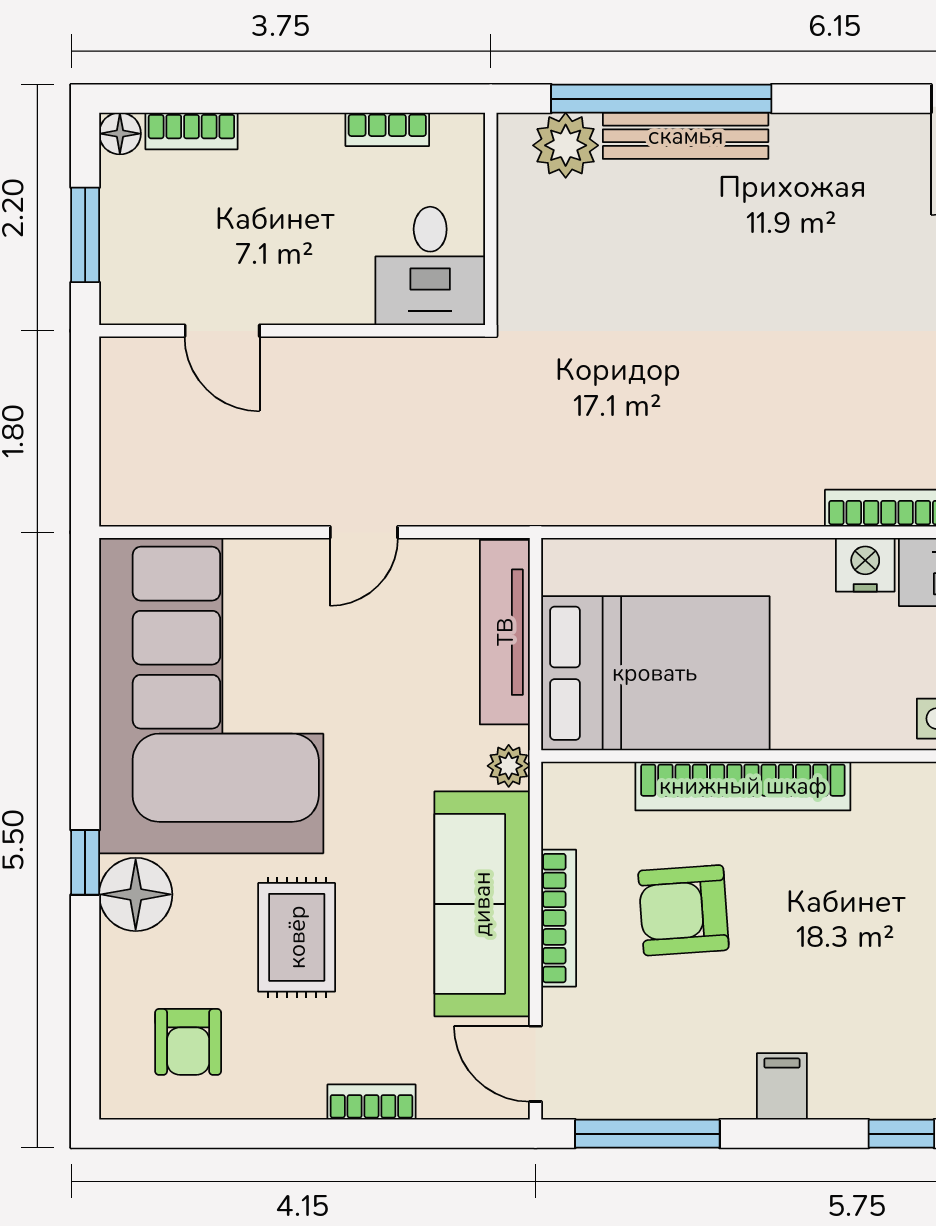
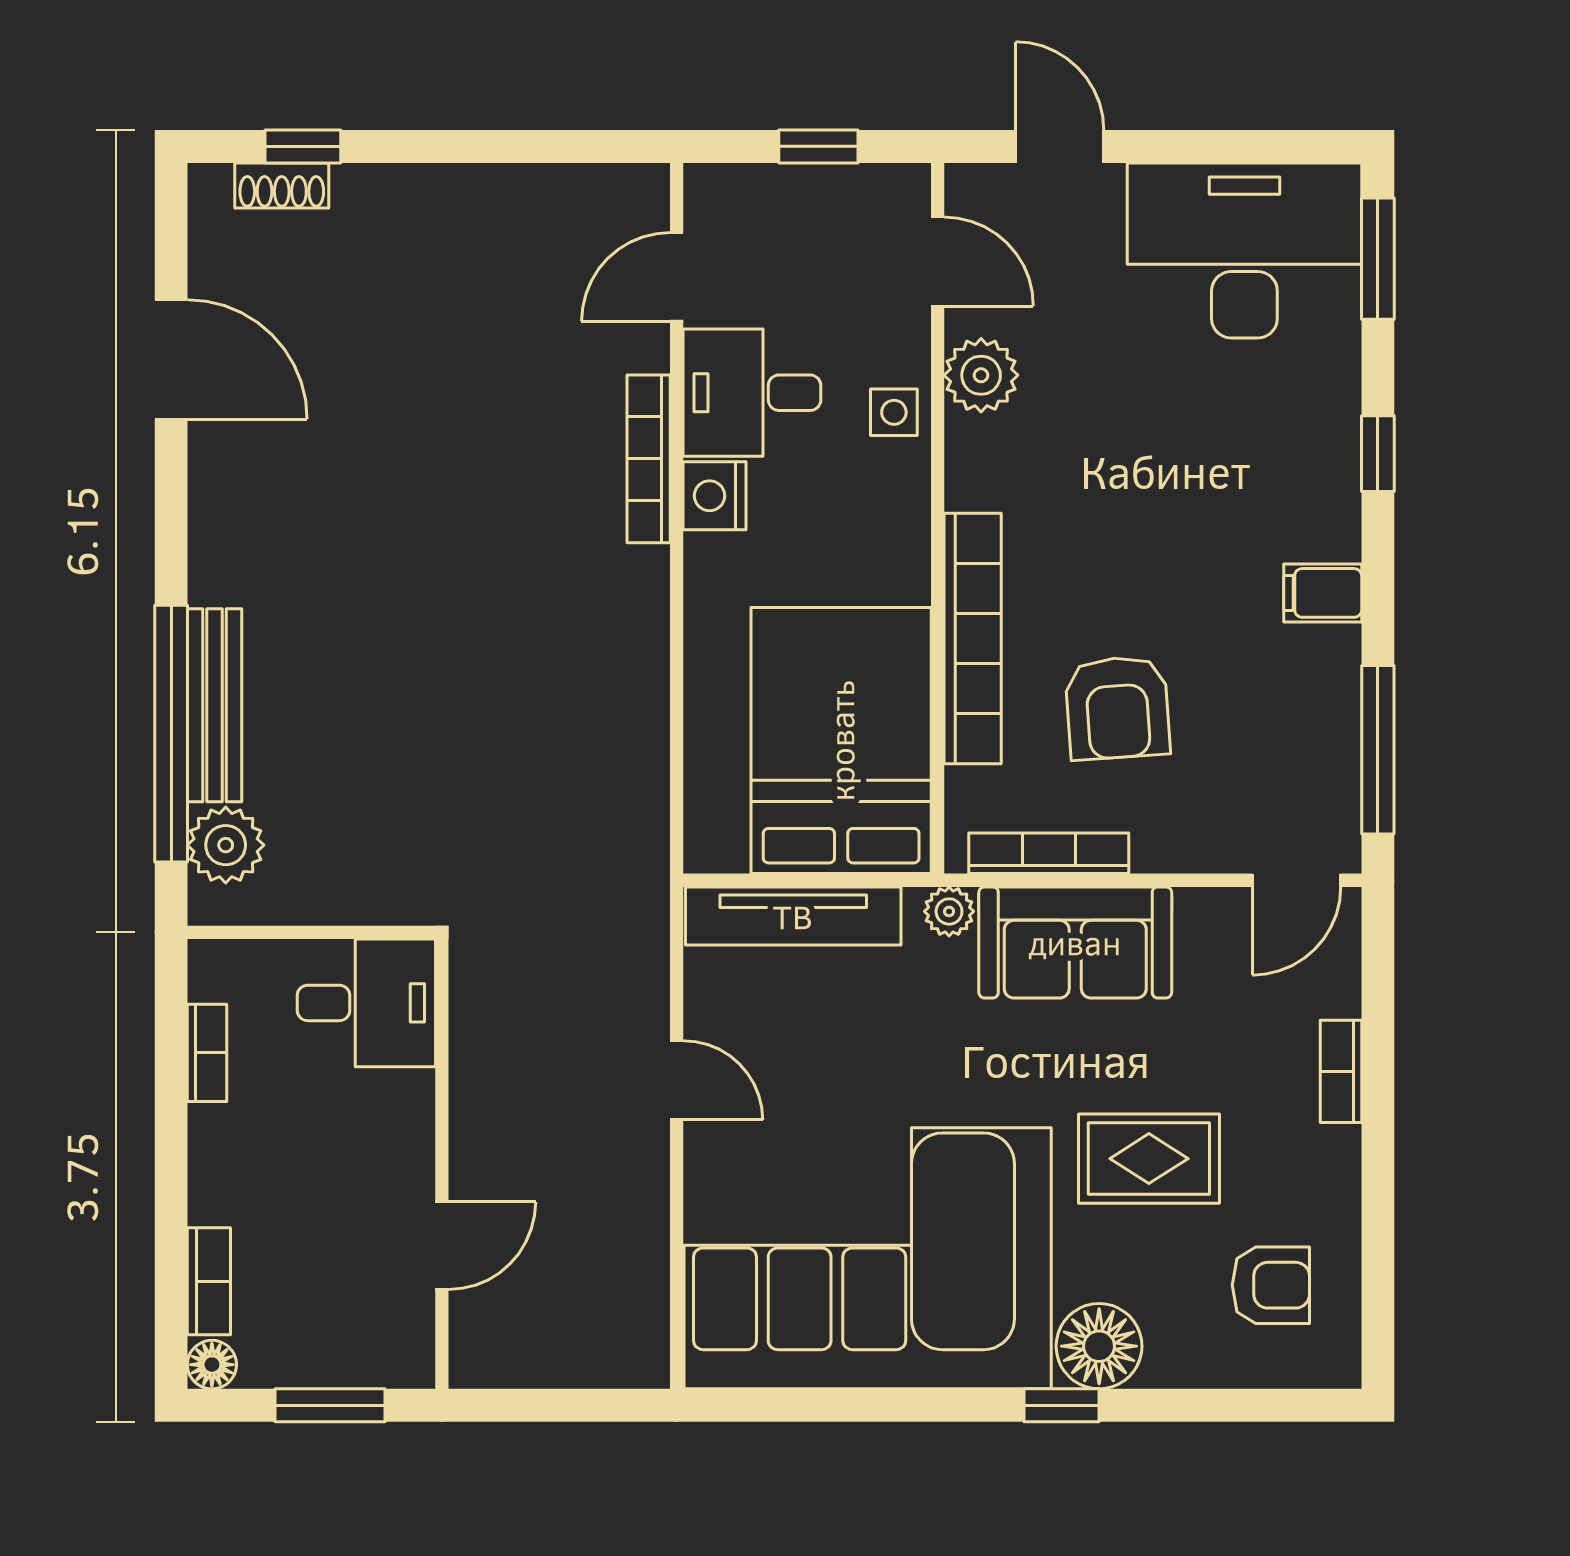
sofa: (482, 904) -> (1075, 942), width x0.73
bookcase: (559, 918) -> (1049, 853), moved

